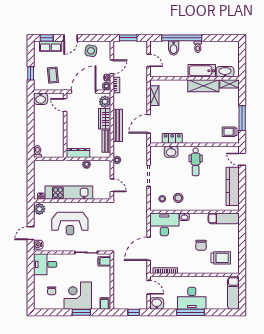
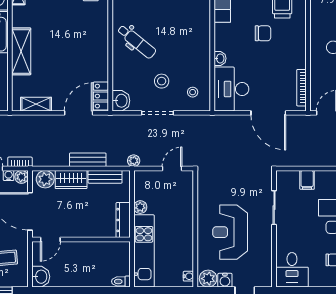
shelving: (203, 86) -> (21, 51), moved
door: (149, 124) -> (79, 113), swing flipped
bench: (118, 125) -> (88, 160), width x0.73
locker: (172, 138) -> (101, 96), moved
washbasin: (171, 152) -> (121, 101), moved
dental chair: (196, 162) -> (137, 42), turned 39
kitchen unit: (69, 193) -> (144, 251), moved, turned 180
stool: (178, 198) -> (162, 81), moved
reception desk: (70, 224) -> (230, 232), turned 180
water cooler: (38, 245) -> (225, 280), moved
filing cabinet: (104, 261) -> (307, 180), moved

